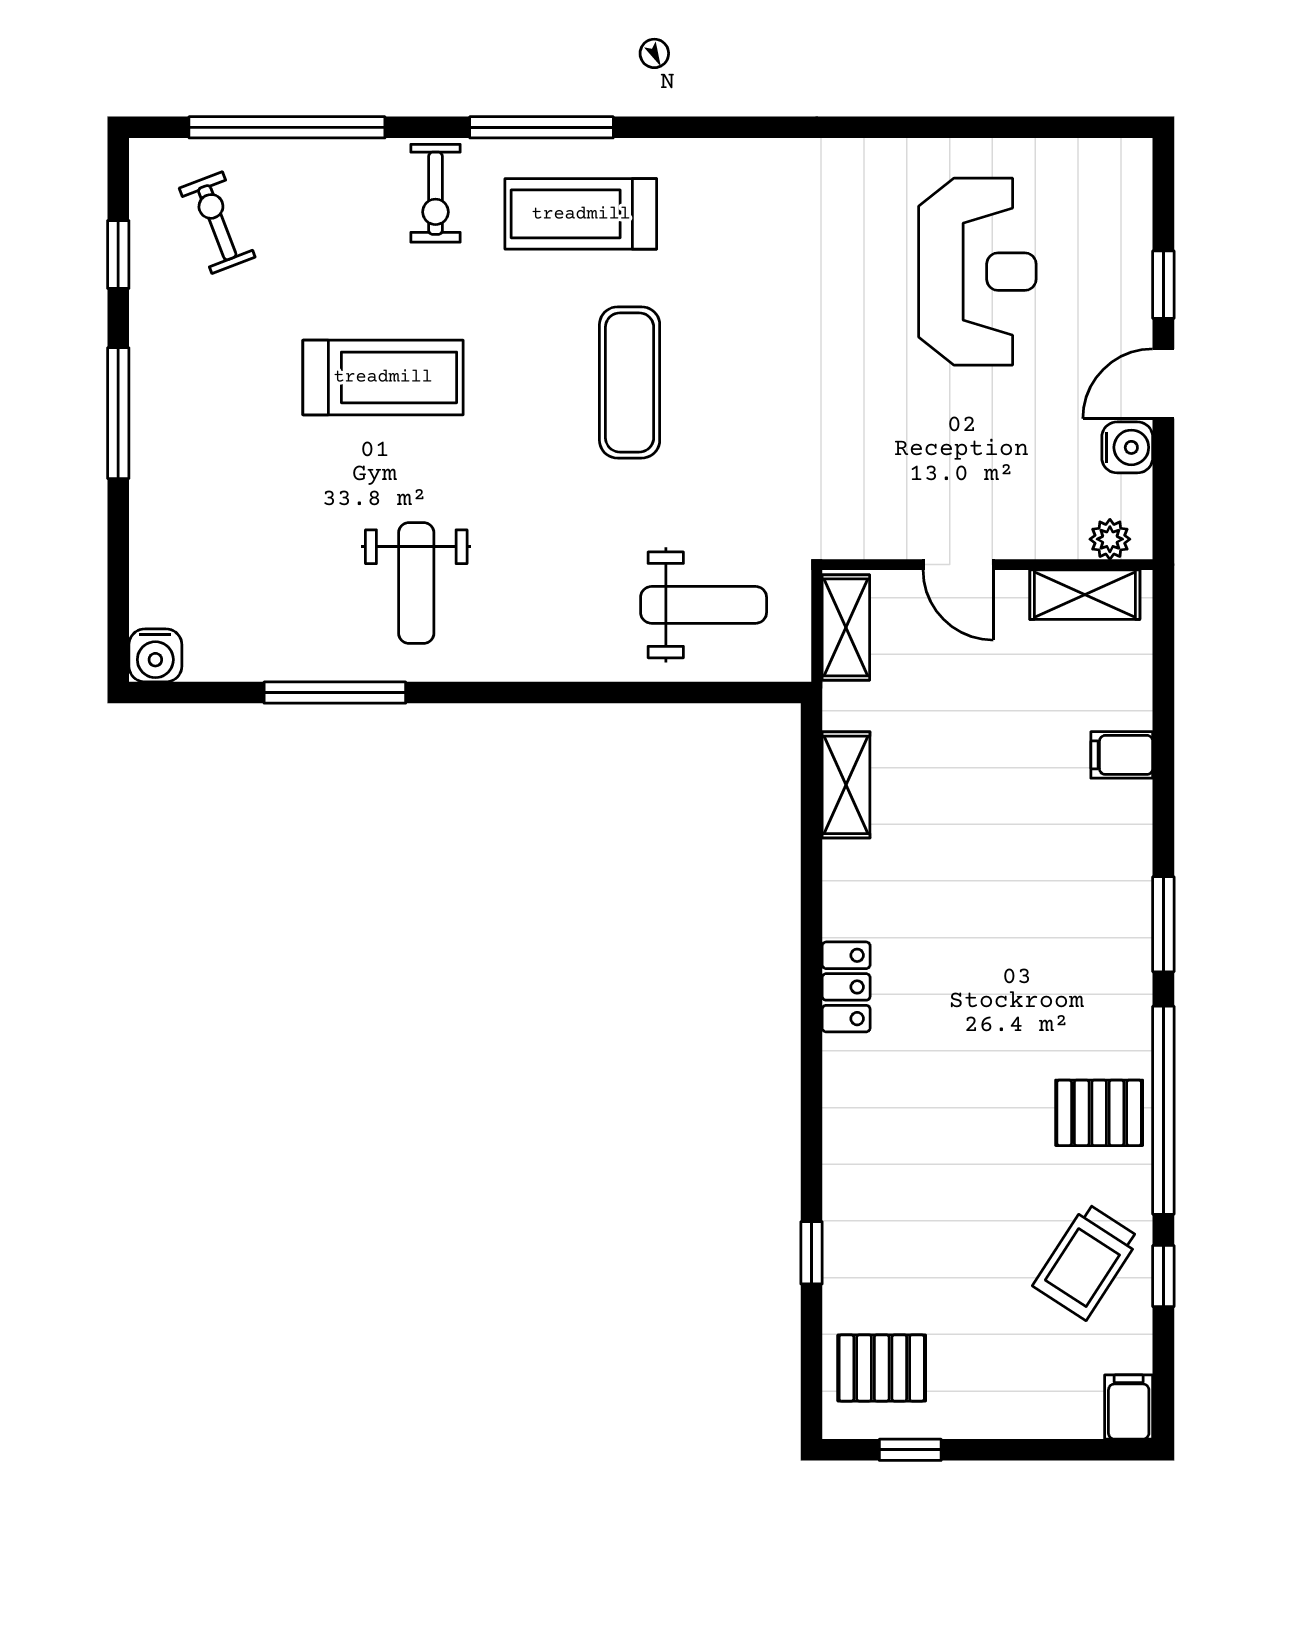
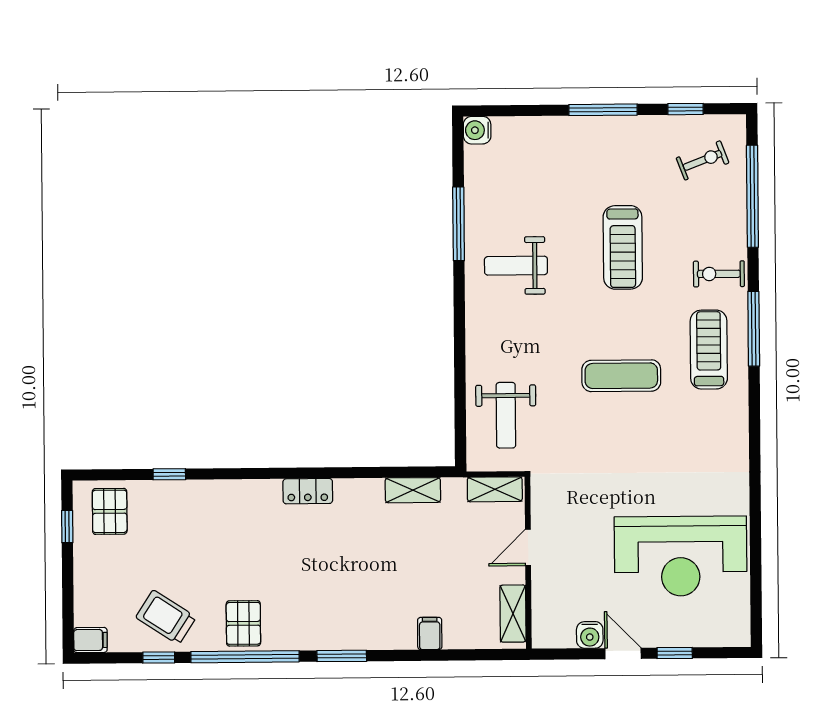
reception desk: (977, 272) -> (681, 556), width x1.36, depth x1.30
plant: (1110, 539) -> (542, 626), removed

